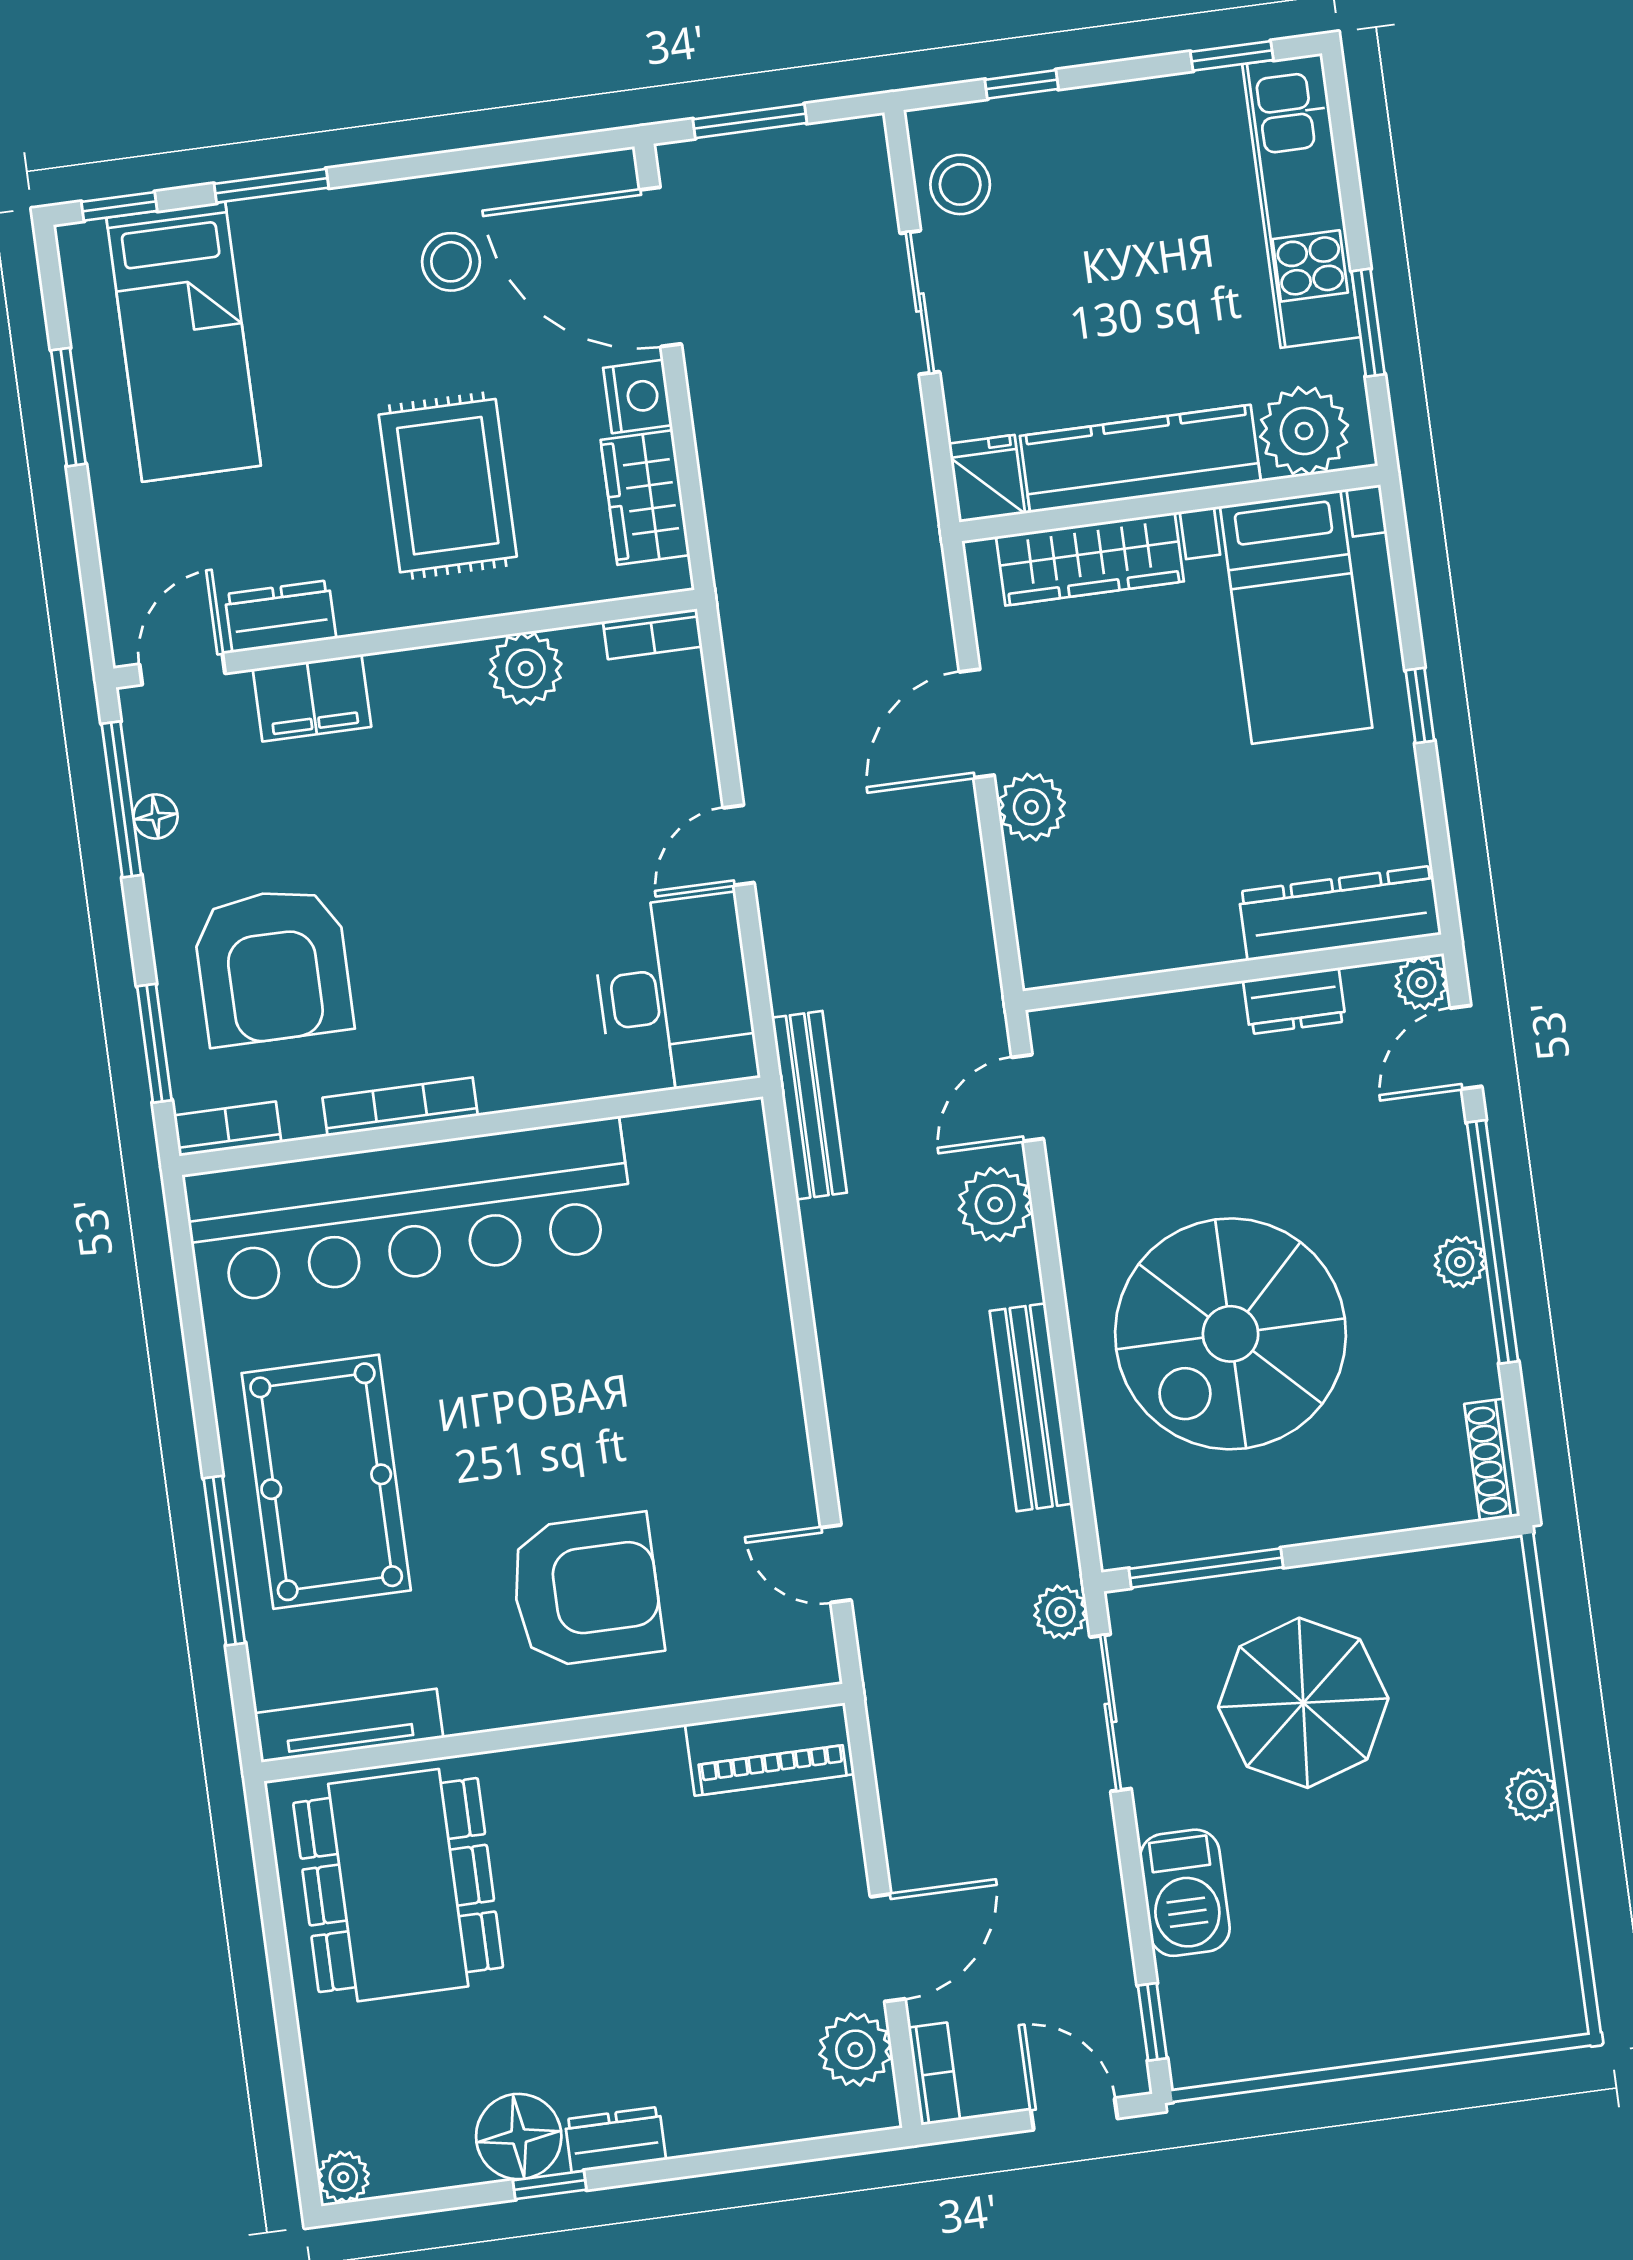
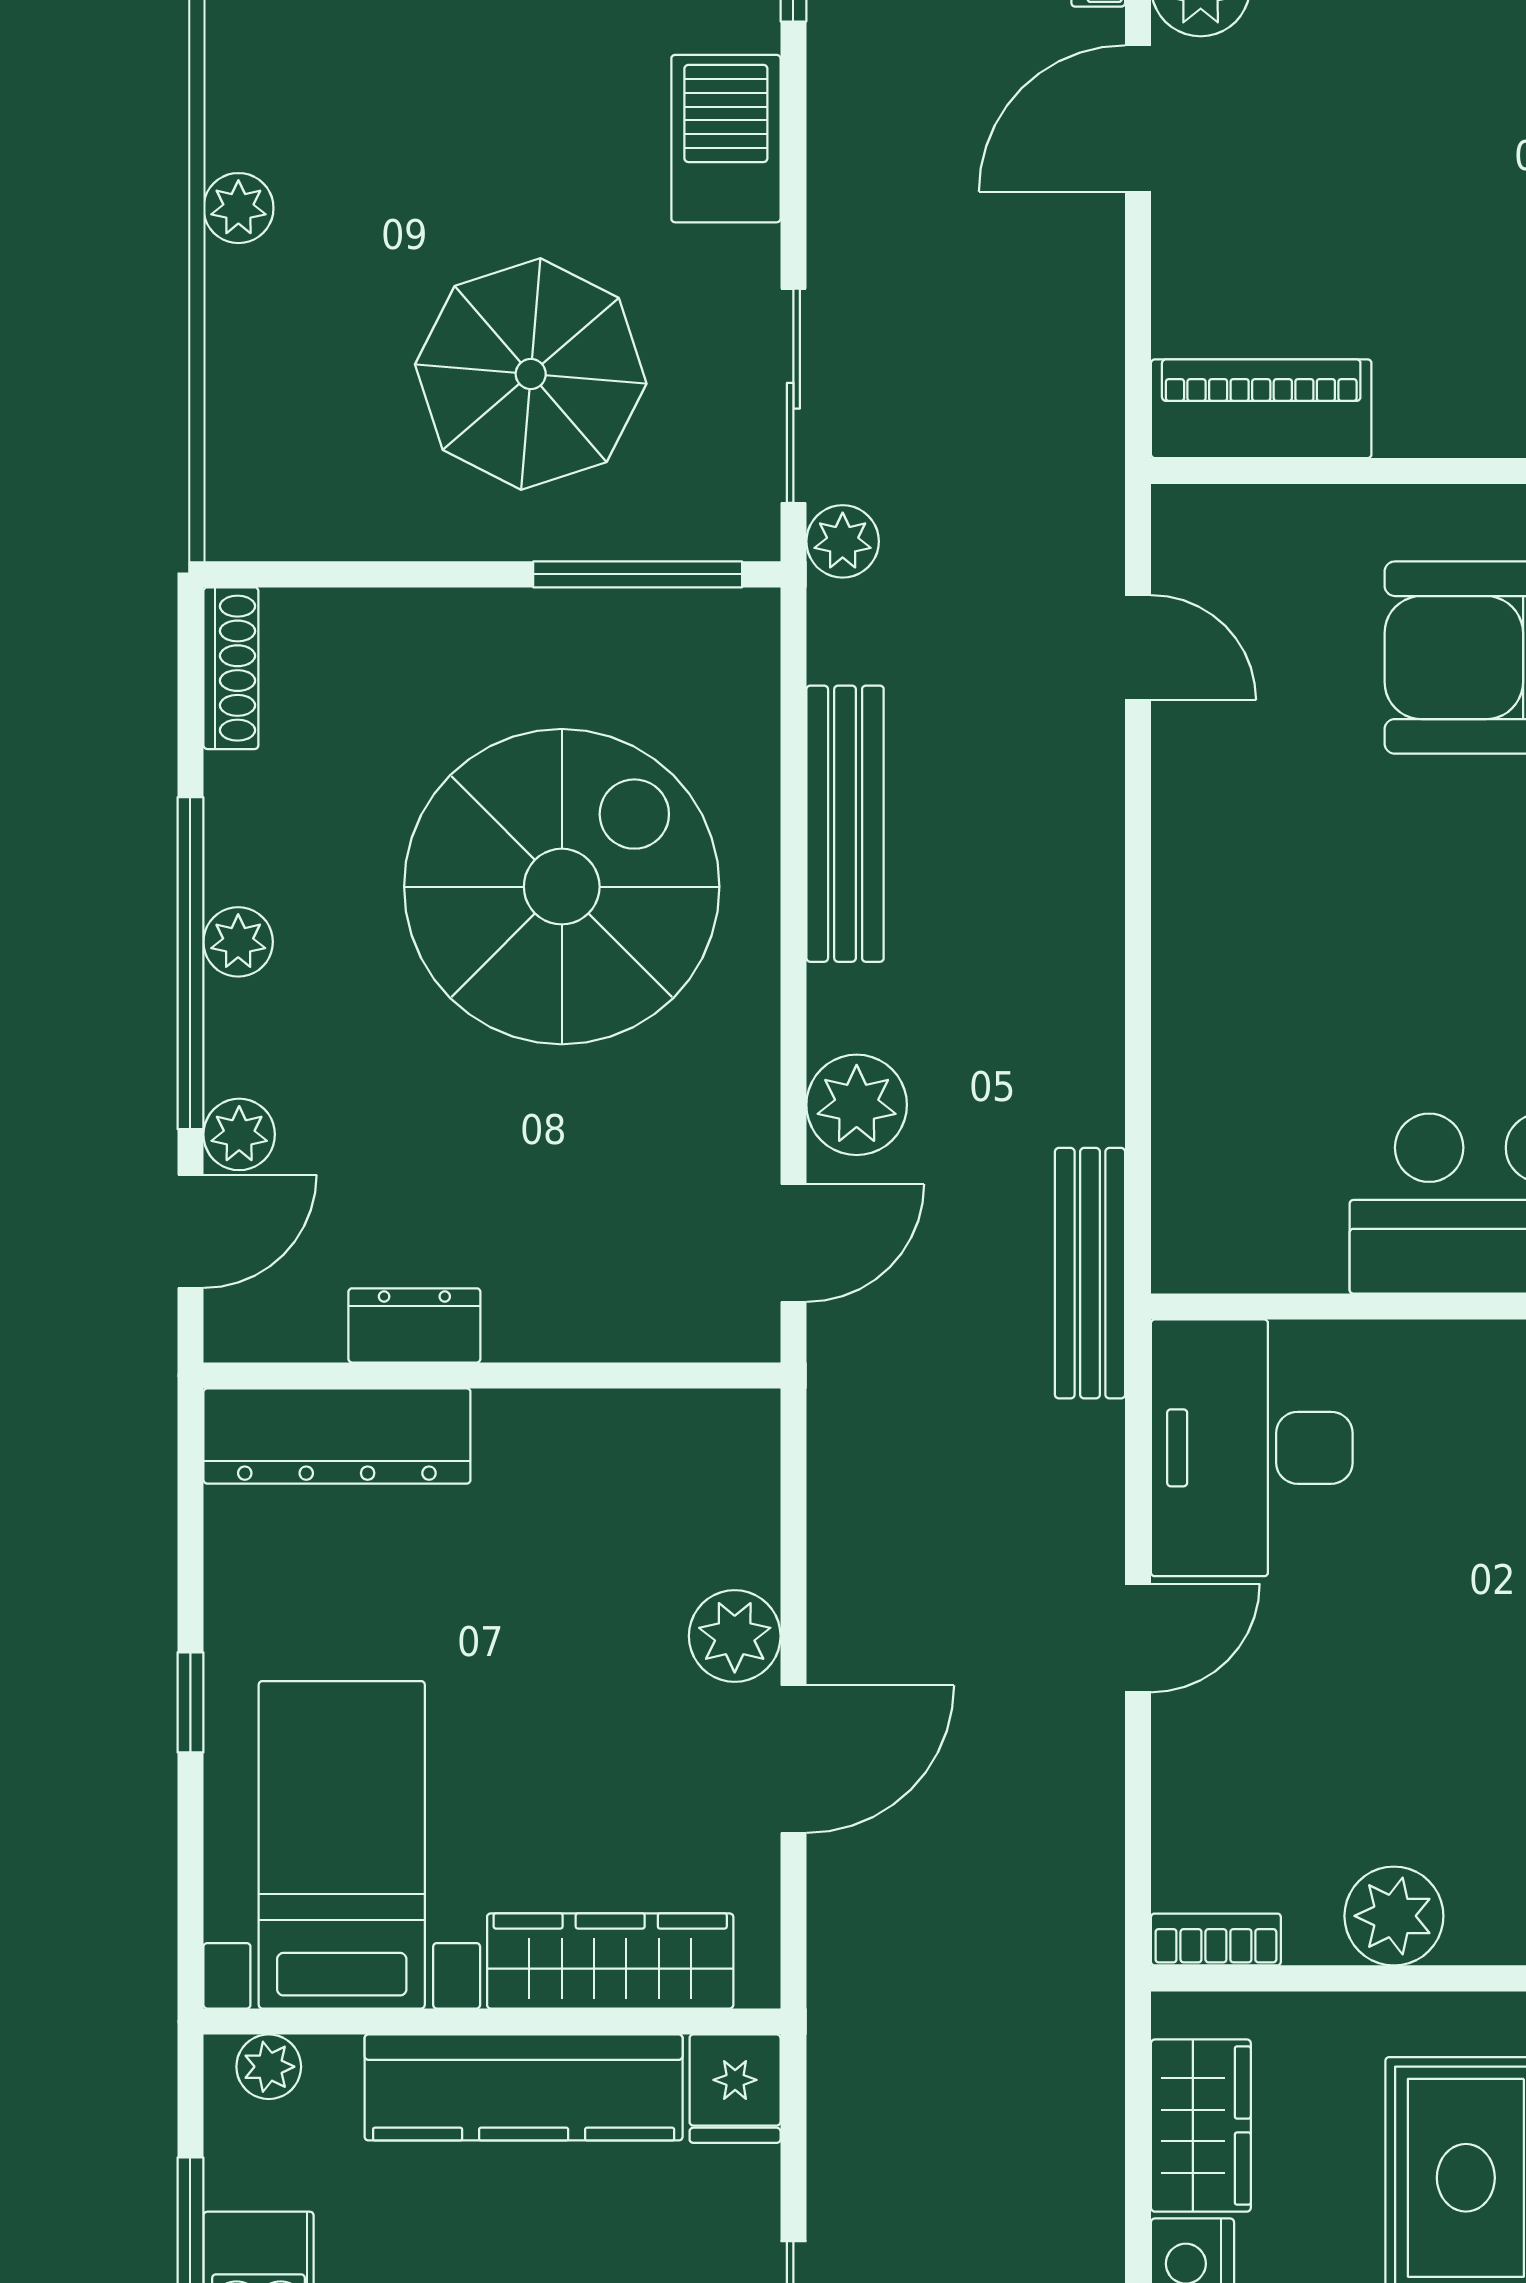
plant: (1304, 431) -> (269, 2067), width x0.53, depth x0.53
plant: (1421, 983) -> (239, 1134), moved

